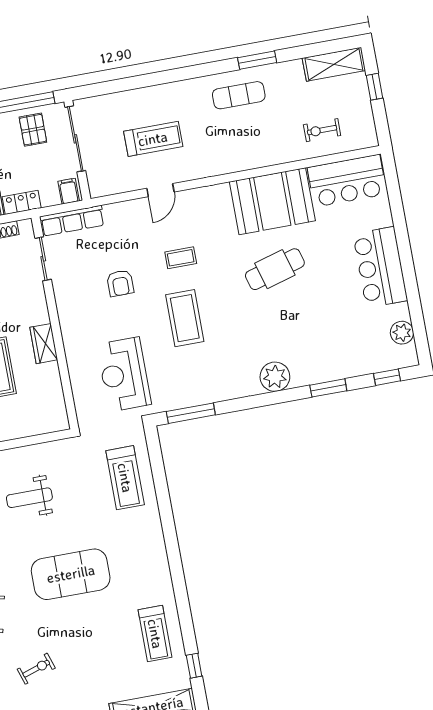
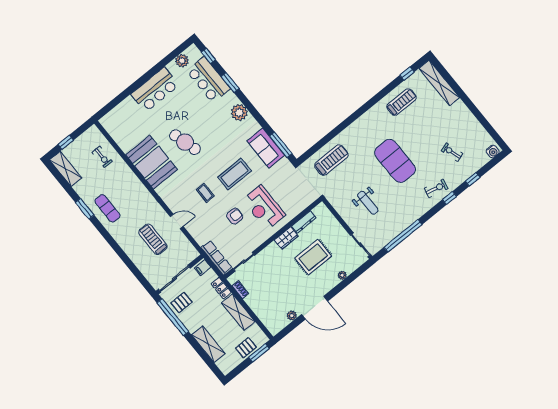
bar counter: (347, 181) -> (208, 80), moved, turned 180
reception desk: (124, 374) -> (264, 207), moved, turned 90
dresser: (54, 384) -> (304, 222), added
sofa: (198, 388) -> (266, 148), added

